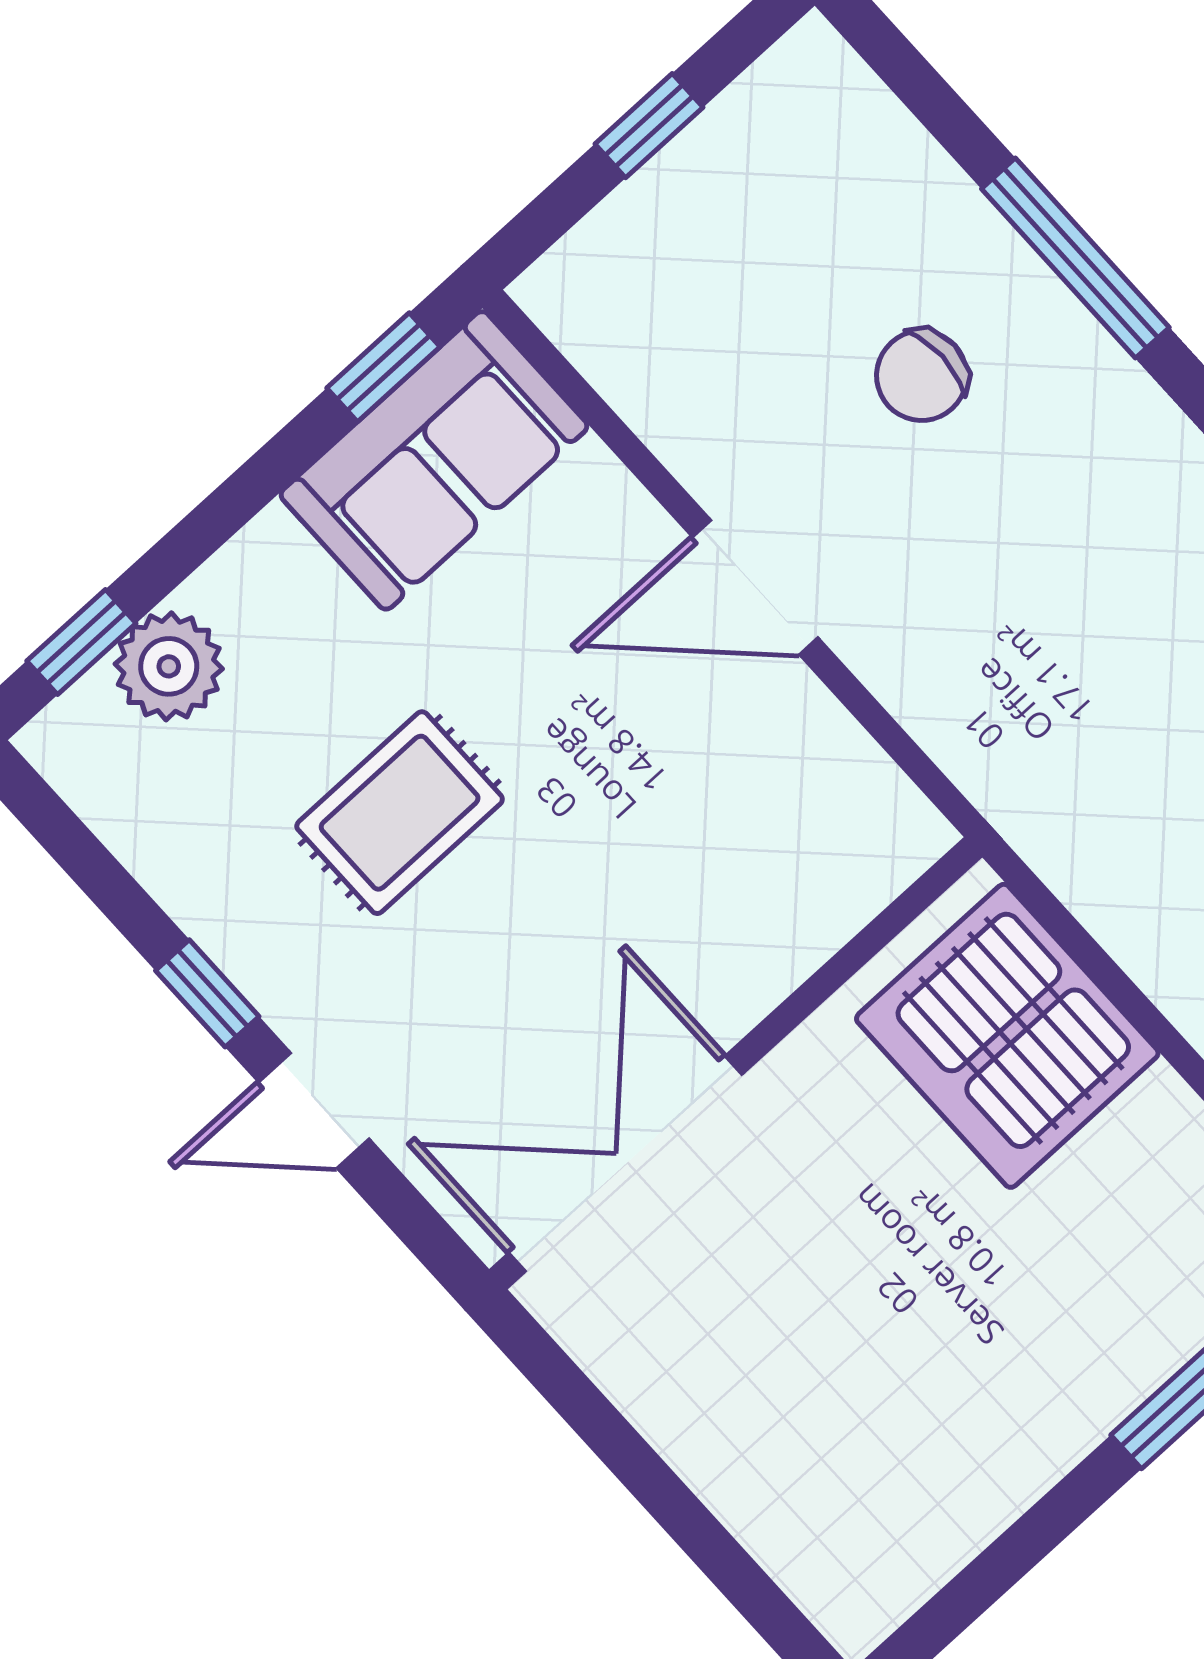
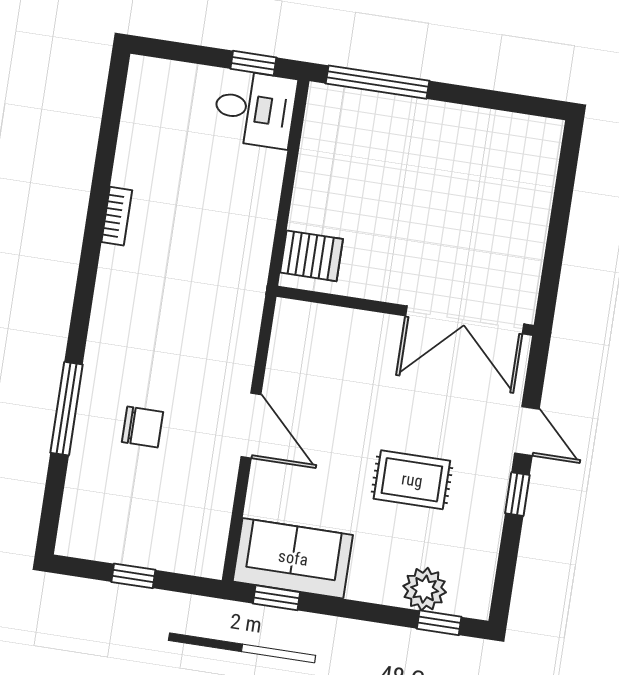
server rack: (1007, 1036) -> (311, 256), width x0.46, depth x0.70

